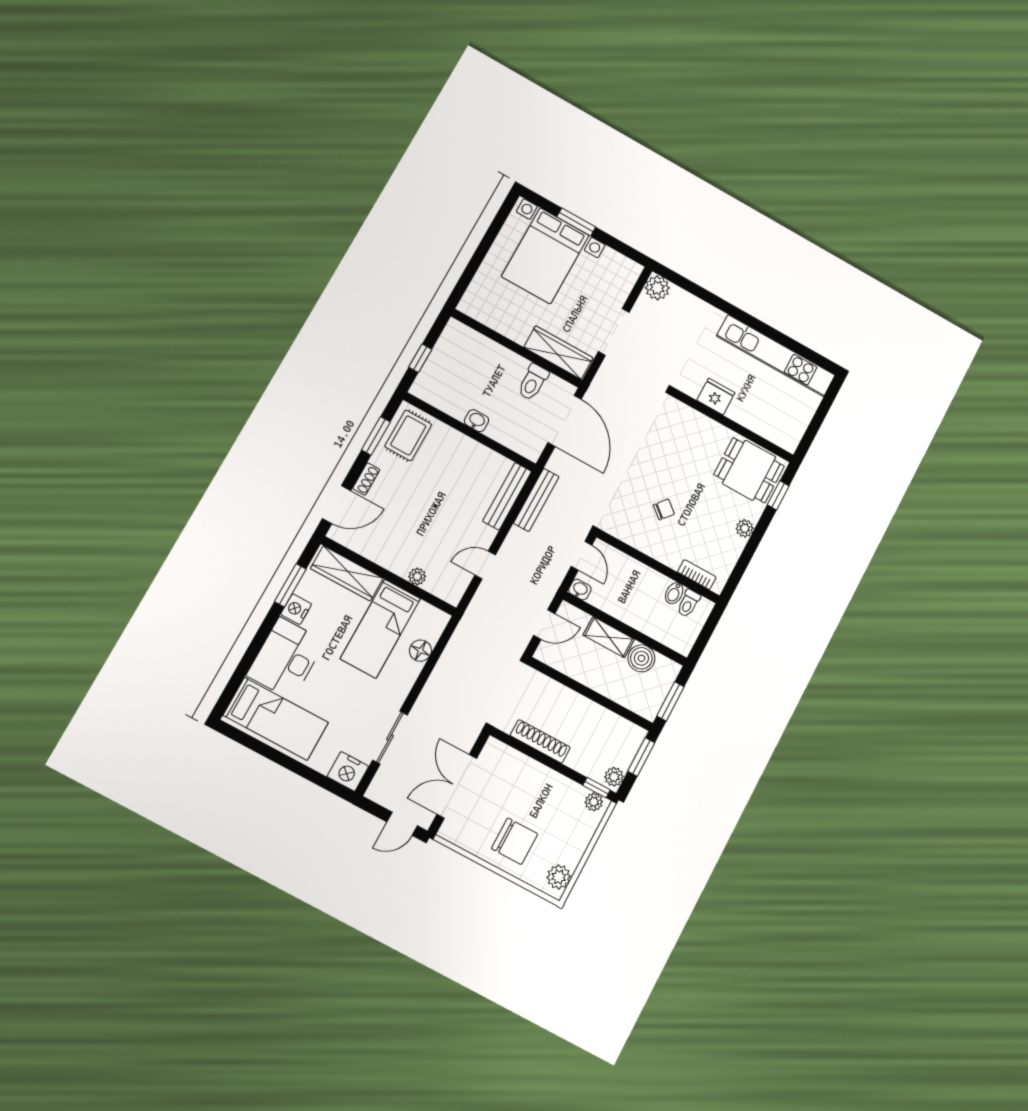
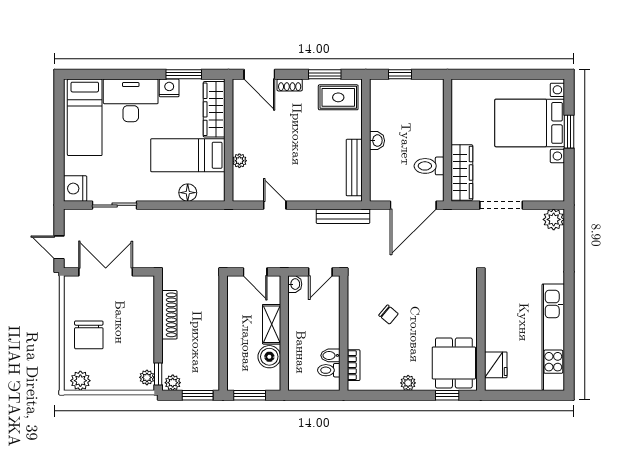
fridge: (716, 397) -> (496, 365), moved
bench: (507, 496) -> (354, 168), moved, turned 90

